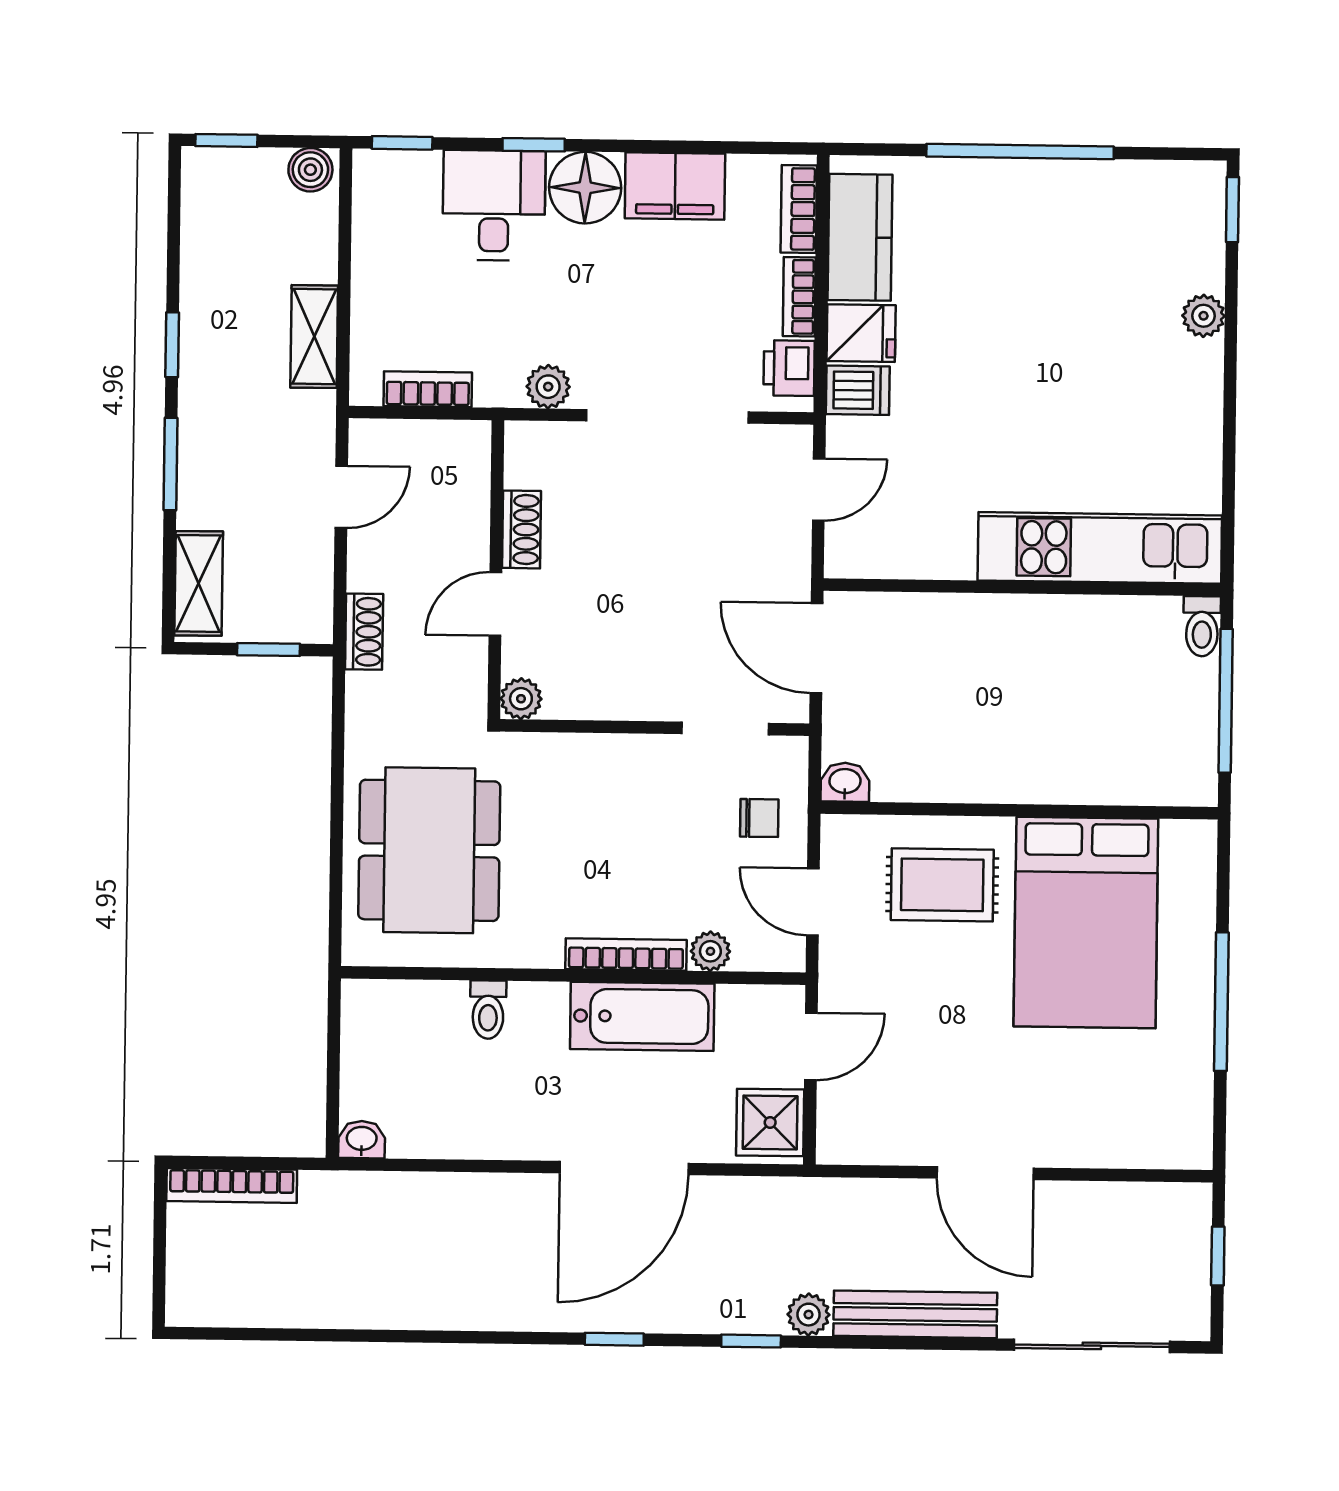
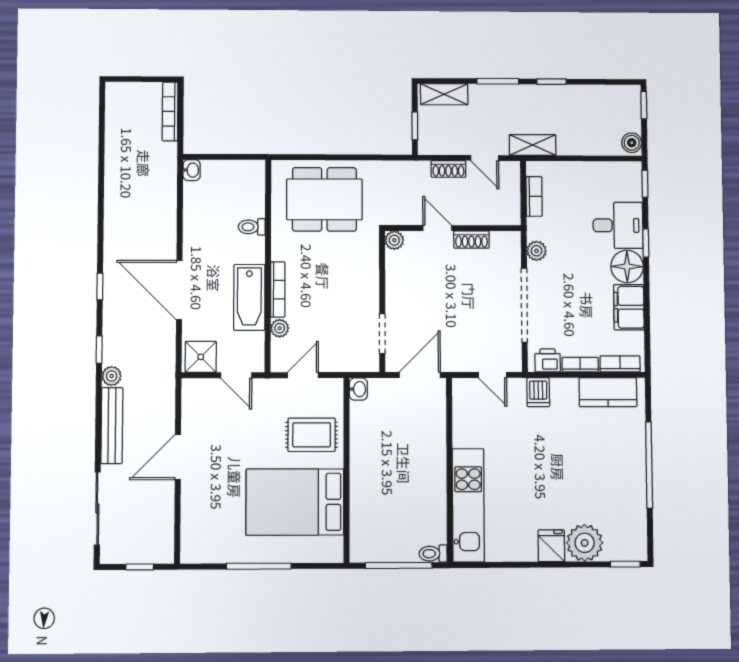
plant: (1203, 316) -> (585, 543), width x1.88, depth x1.88
fridge: (861, 333) -> (551, 546), moved, turned 180
shelving: (314, 337) -> (533, 145), moved
shoe rack: (364, 632) -> (448, 169), moved
chair: (759, 818) -> (341, 350), removed
rug: (942, 885) -> (312, 435), turned 90

